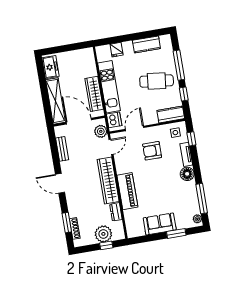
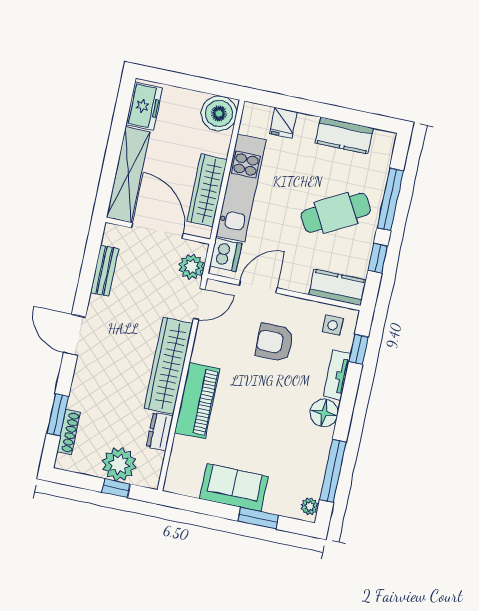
boiler: (86, 57) -> (219, 113), added
cafe table: (157, 81) -> (336, 213), turned -36

